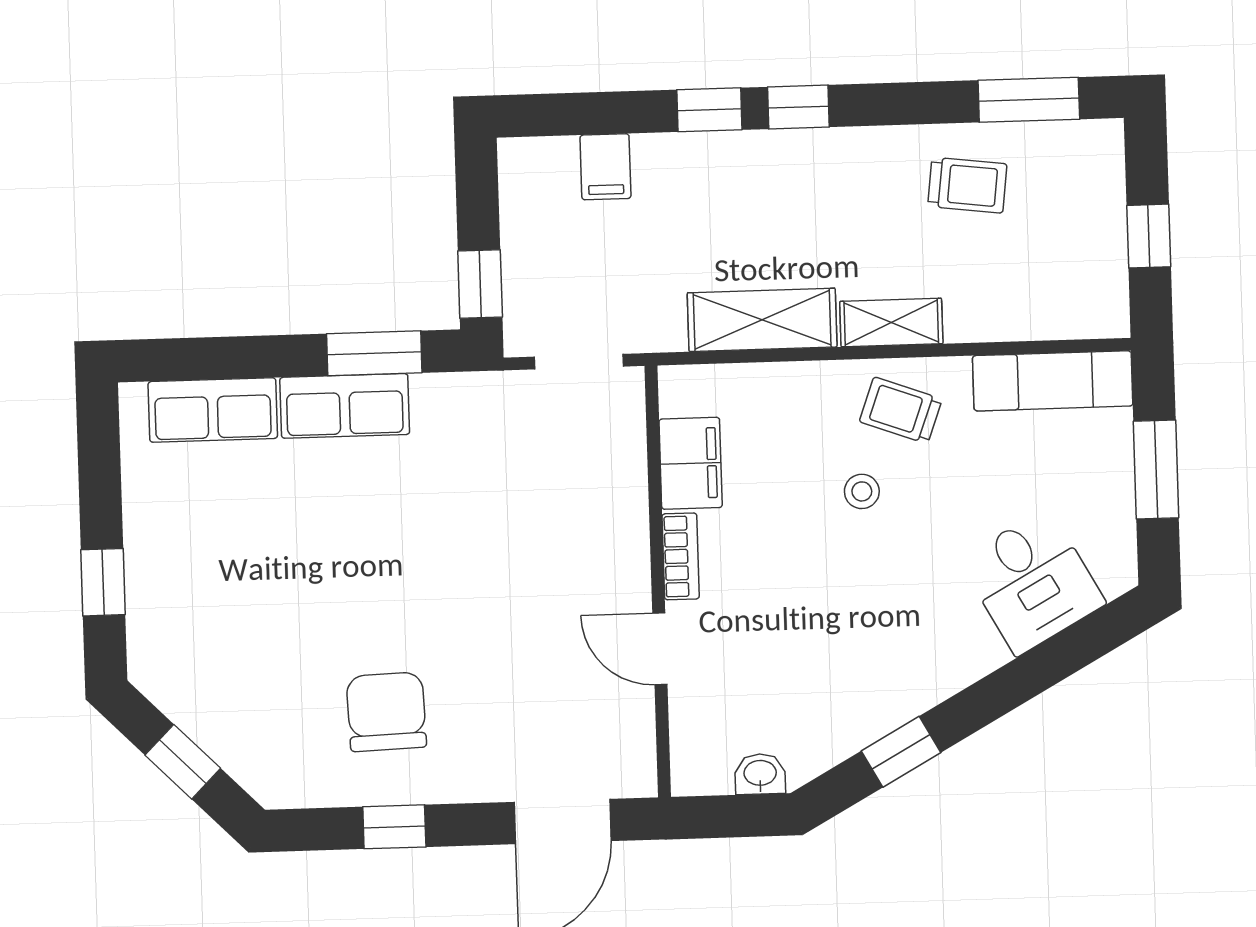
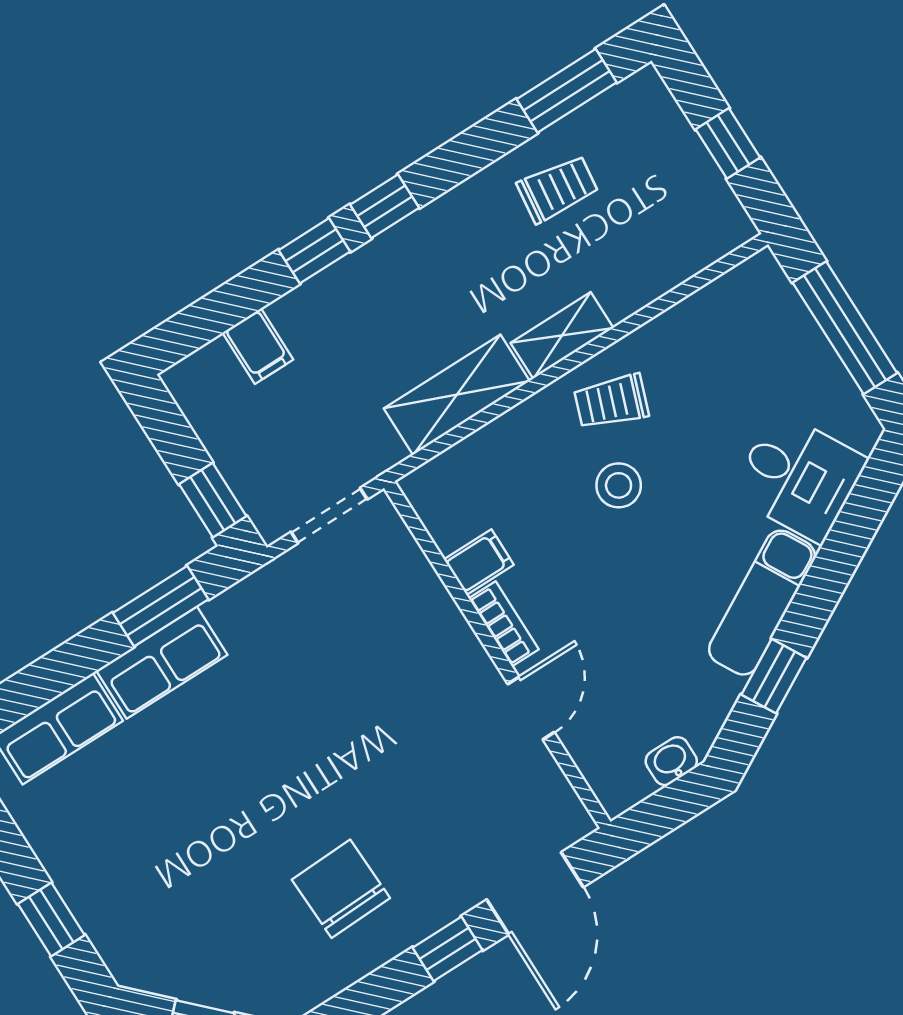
exam couch: (1053, 381) -> (762, 603), moved, turned 151
filing cabinet: (691, 463) -> (479, 562), width x0.50
window: (1156, 470) -> (845, 328), width x1.44
stool: (862, 491) -> (619, 485), width x1.37, depth x1.37
door: (660, 649) -> (531, 708), swing flipped
window: (394, 827) -> (447, 949), moved

